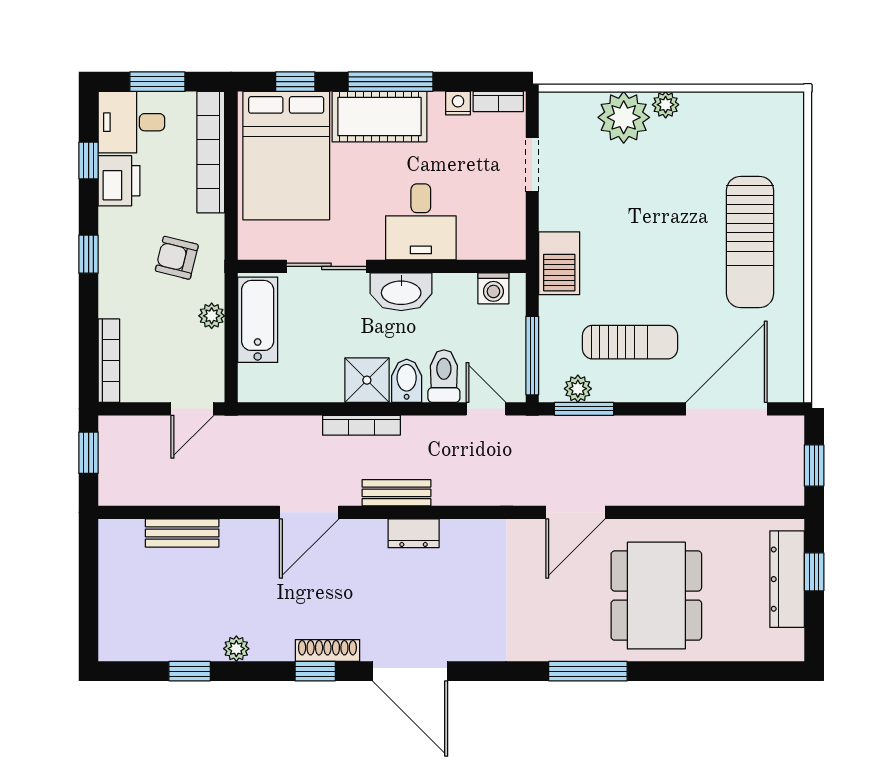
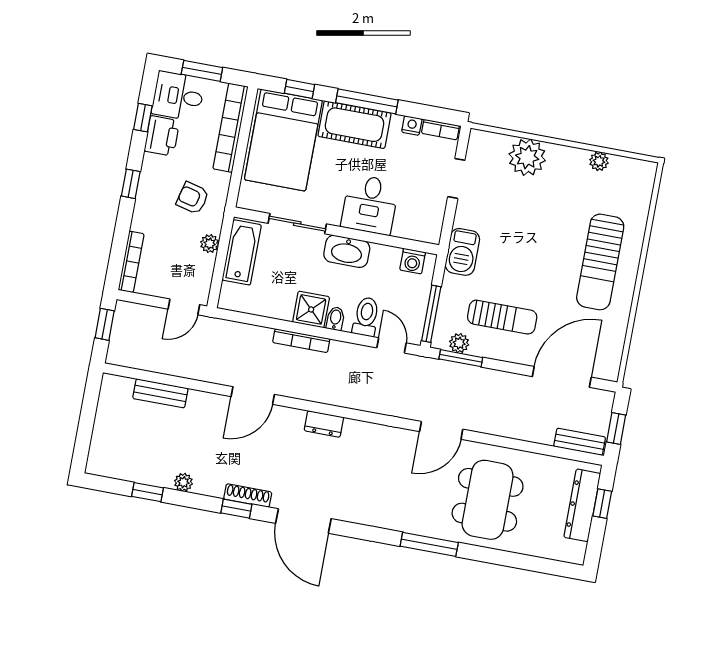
plant: (666, 105) -> (599, 161), moved
bidet: (407, 381) -> (335, 319), width x0.72, depth x0.74
bench: (396, 493) -> (580, 442), moved

